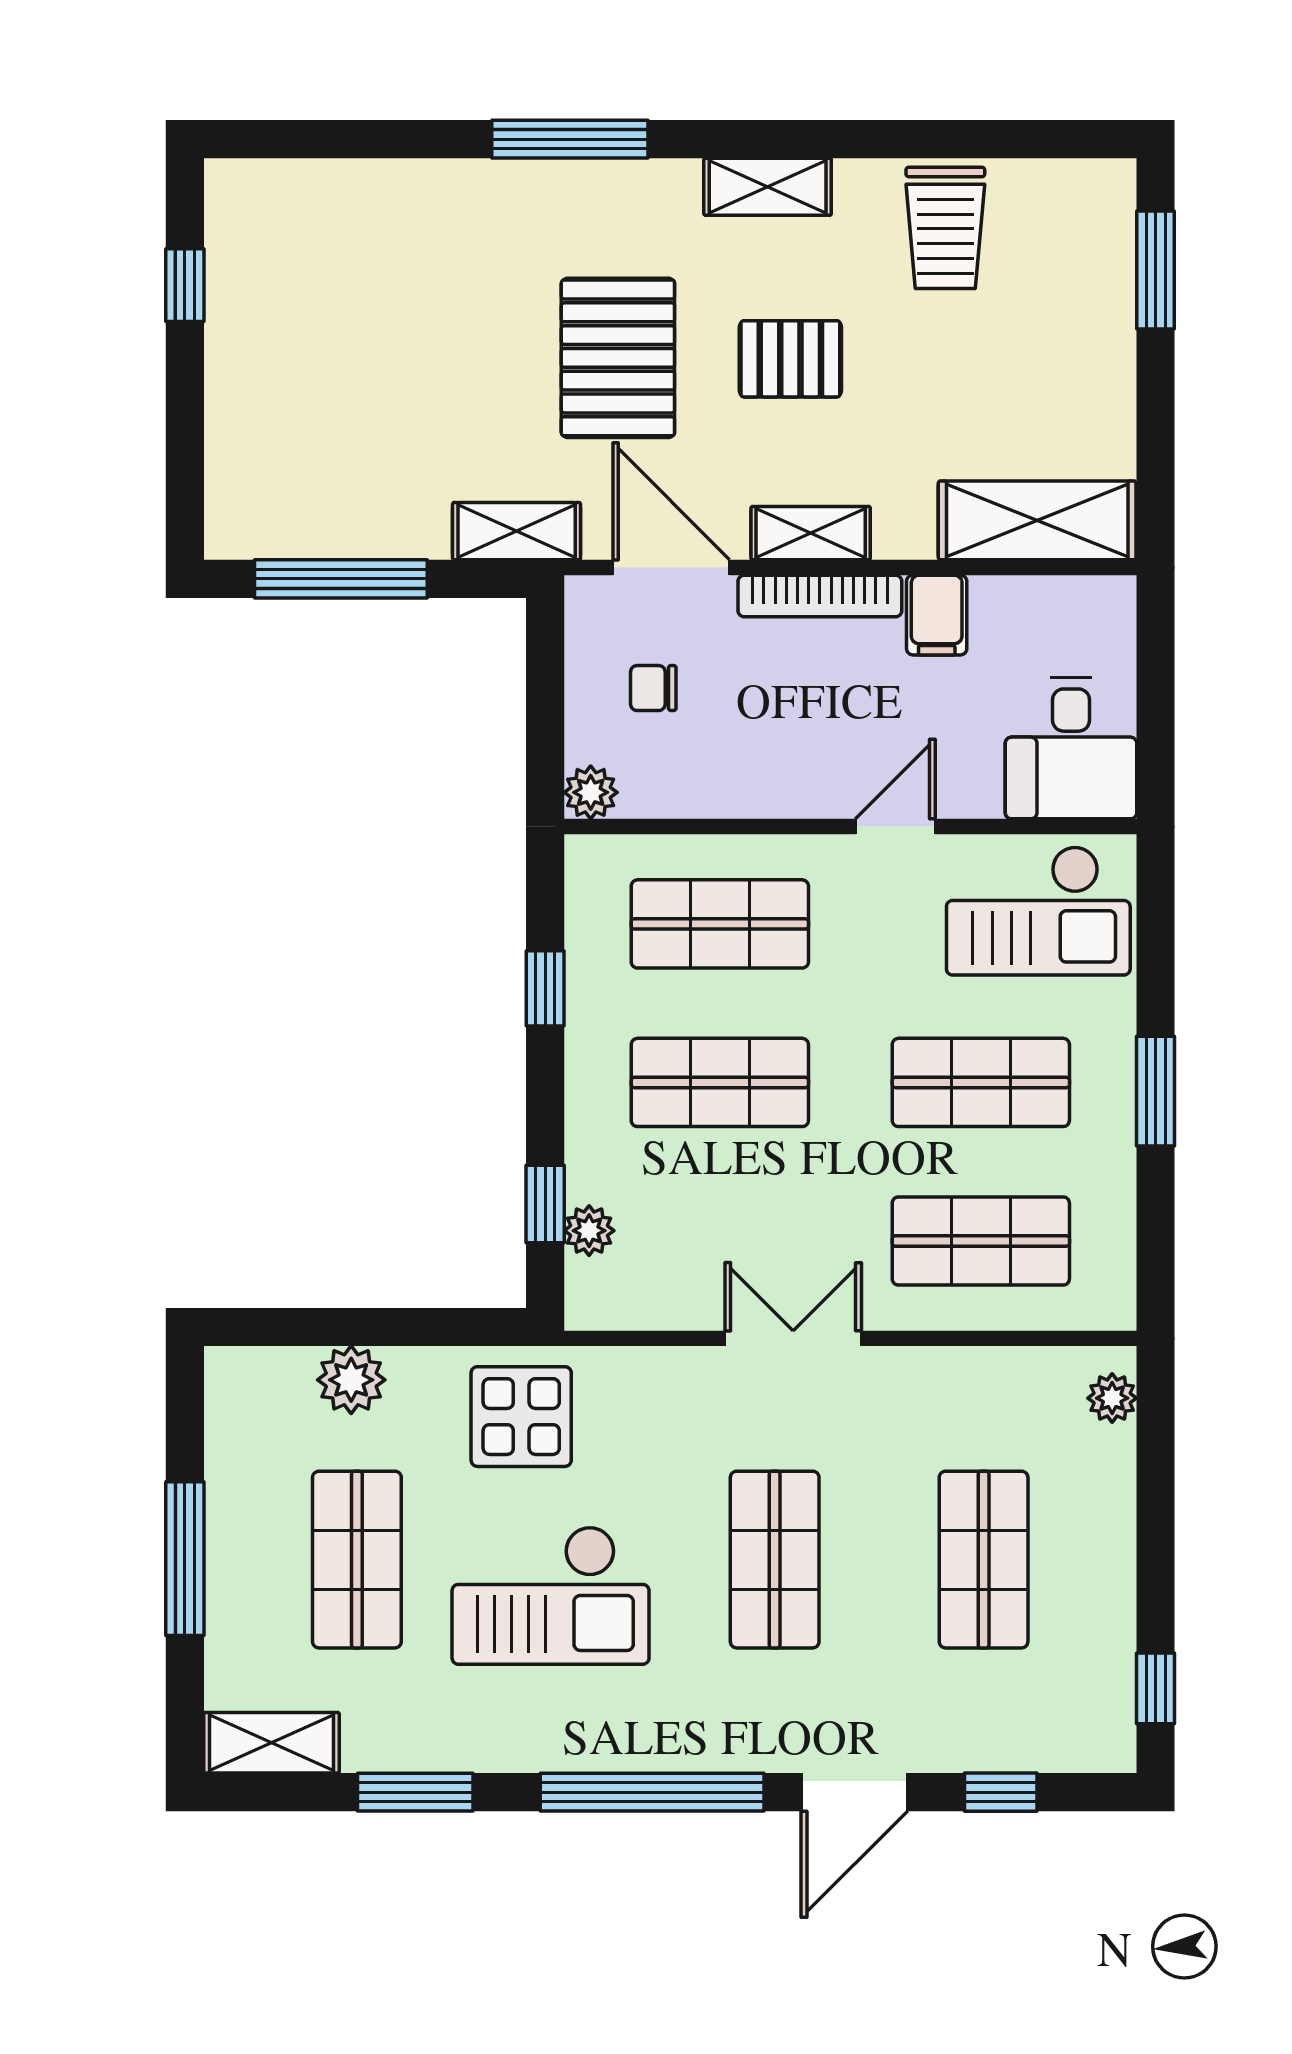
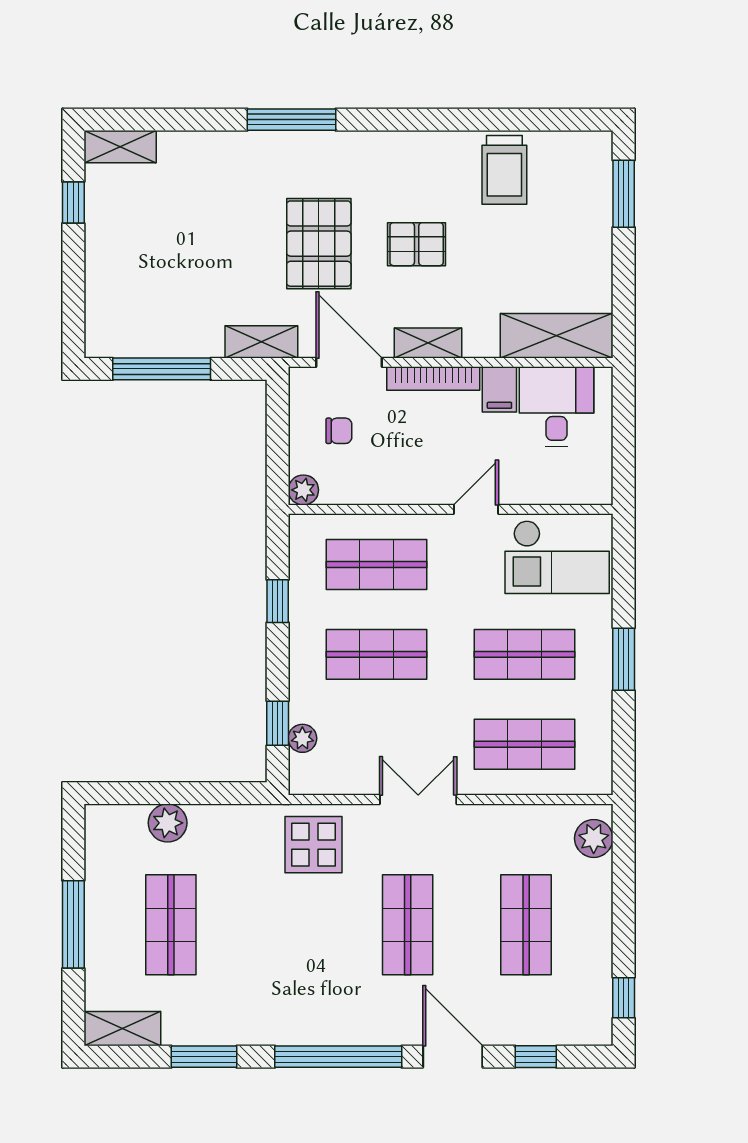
shelving: (768, 187) -> (120, 147), moved
chair: (653, 688) -> (339, 431), turned 180
desk: (1071, 748) -> (557, 407), moved, turned 180
plant: (1112, 1398) -> (594, 838), width x1.38, depth x1.38
display table: (521, 1417) -> (314, 845), moved
checkout: (551, 1595) -> (281, 945), removed
door: (854, 1792) -> (453, 1057), swing flipped

